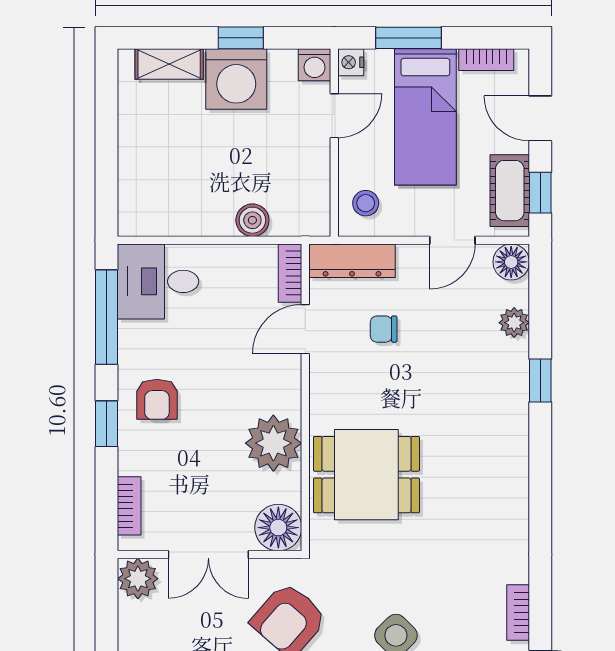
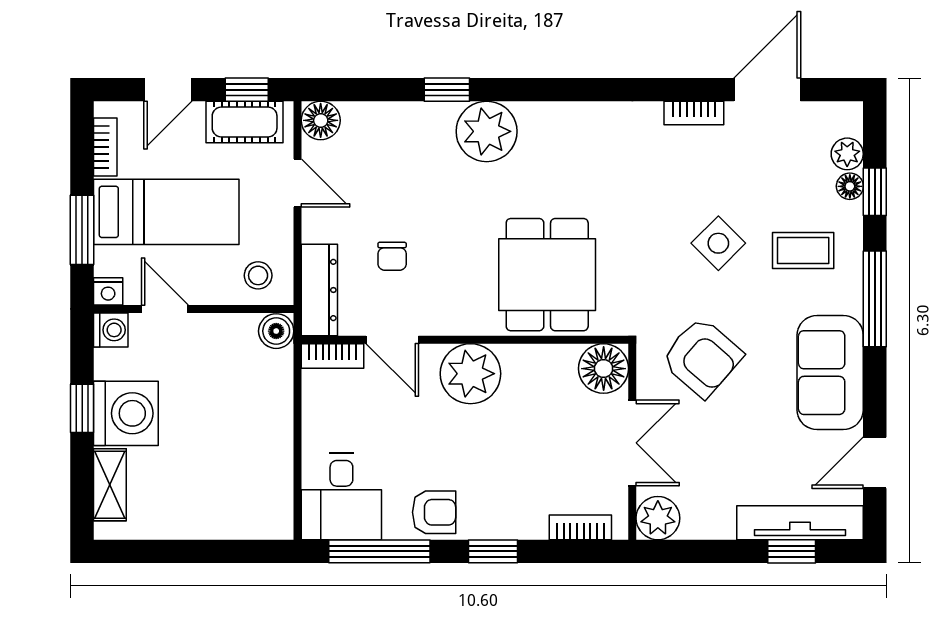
boiler: (252, 220) -> (276, 331), moved
plant: (514, 323) -> (487, 131), moved, width x1.88, depth x1.88
armchair: (157, 399) -> (434, 512), moved
plant: (273, 443) -> (470, 374), moved

